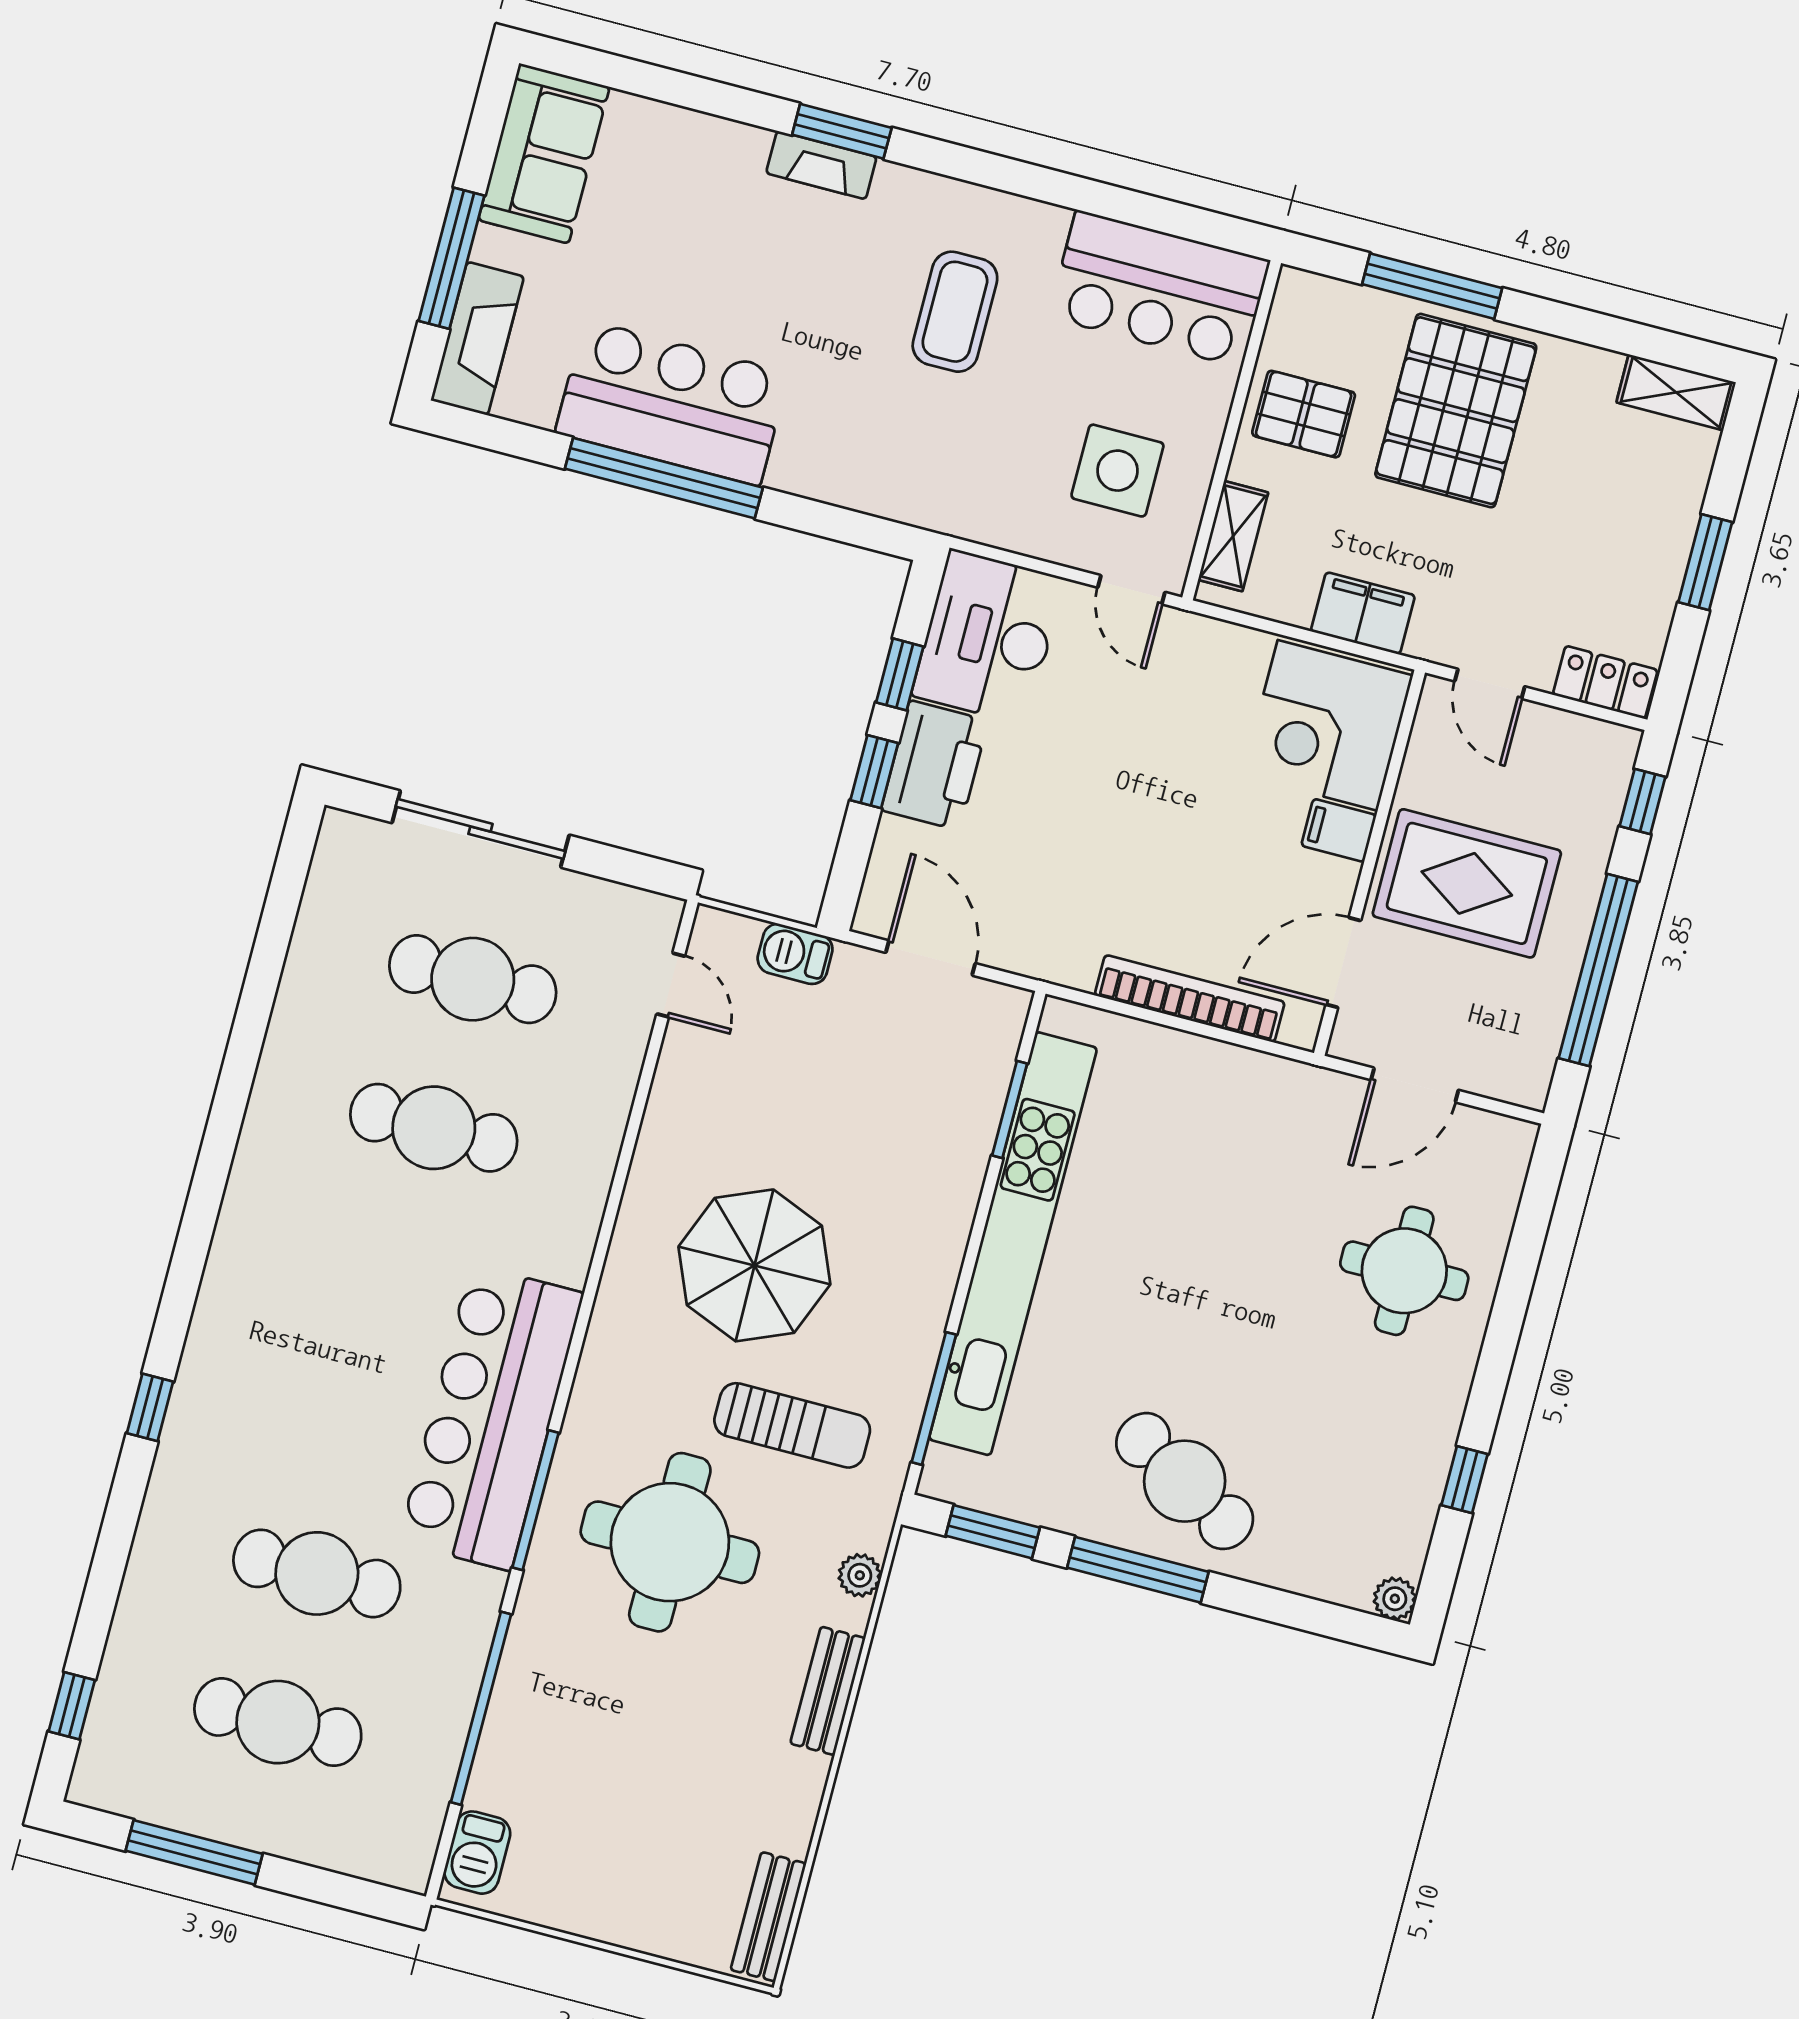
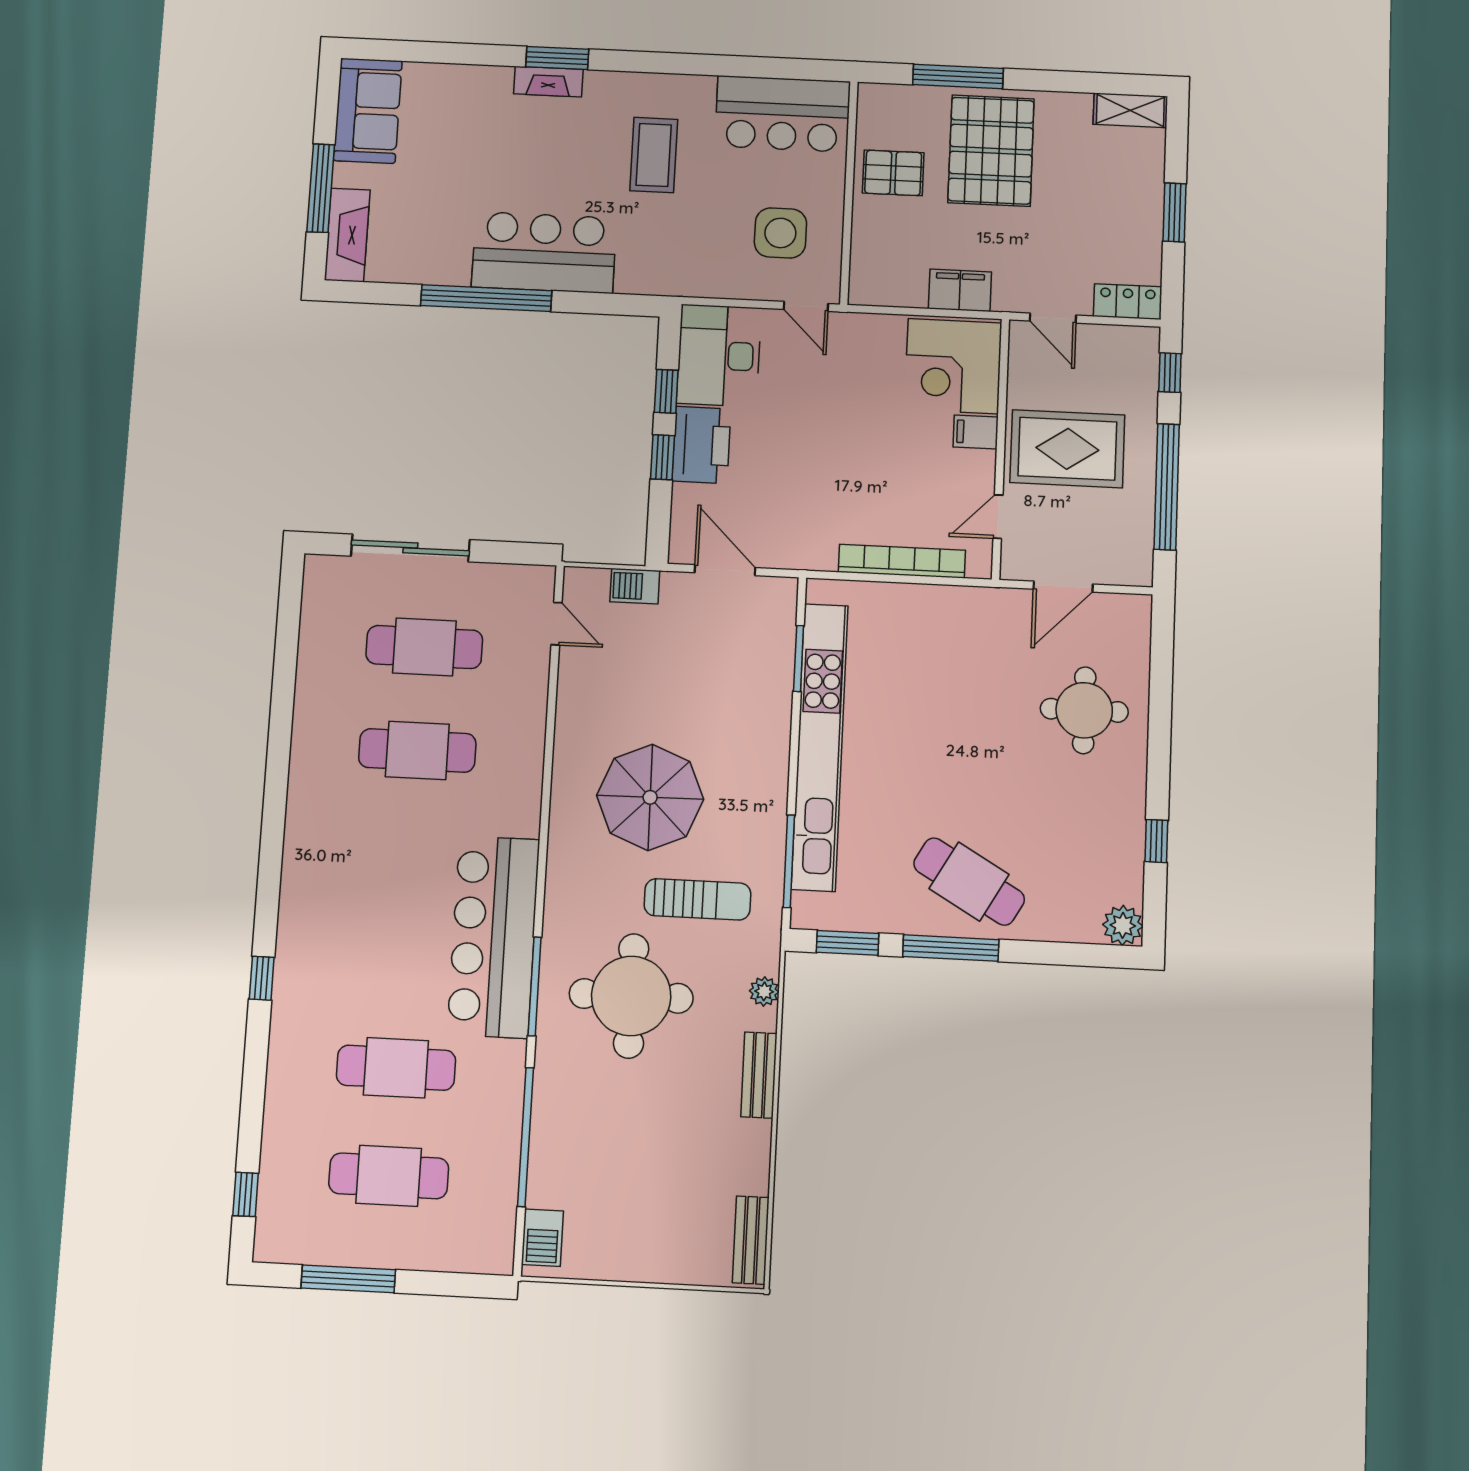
bar counter: (672, 403) -> (544, 252), moved
shelving: (1233, 536) -> (865, 259), removed
door: (1343, 963) -> (998, 517), width x0.73
plant: (1395, 1599) -> (1123, 925), width x1.38, depth x1.38

